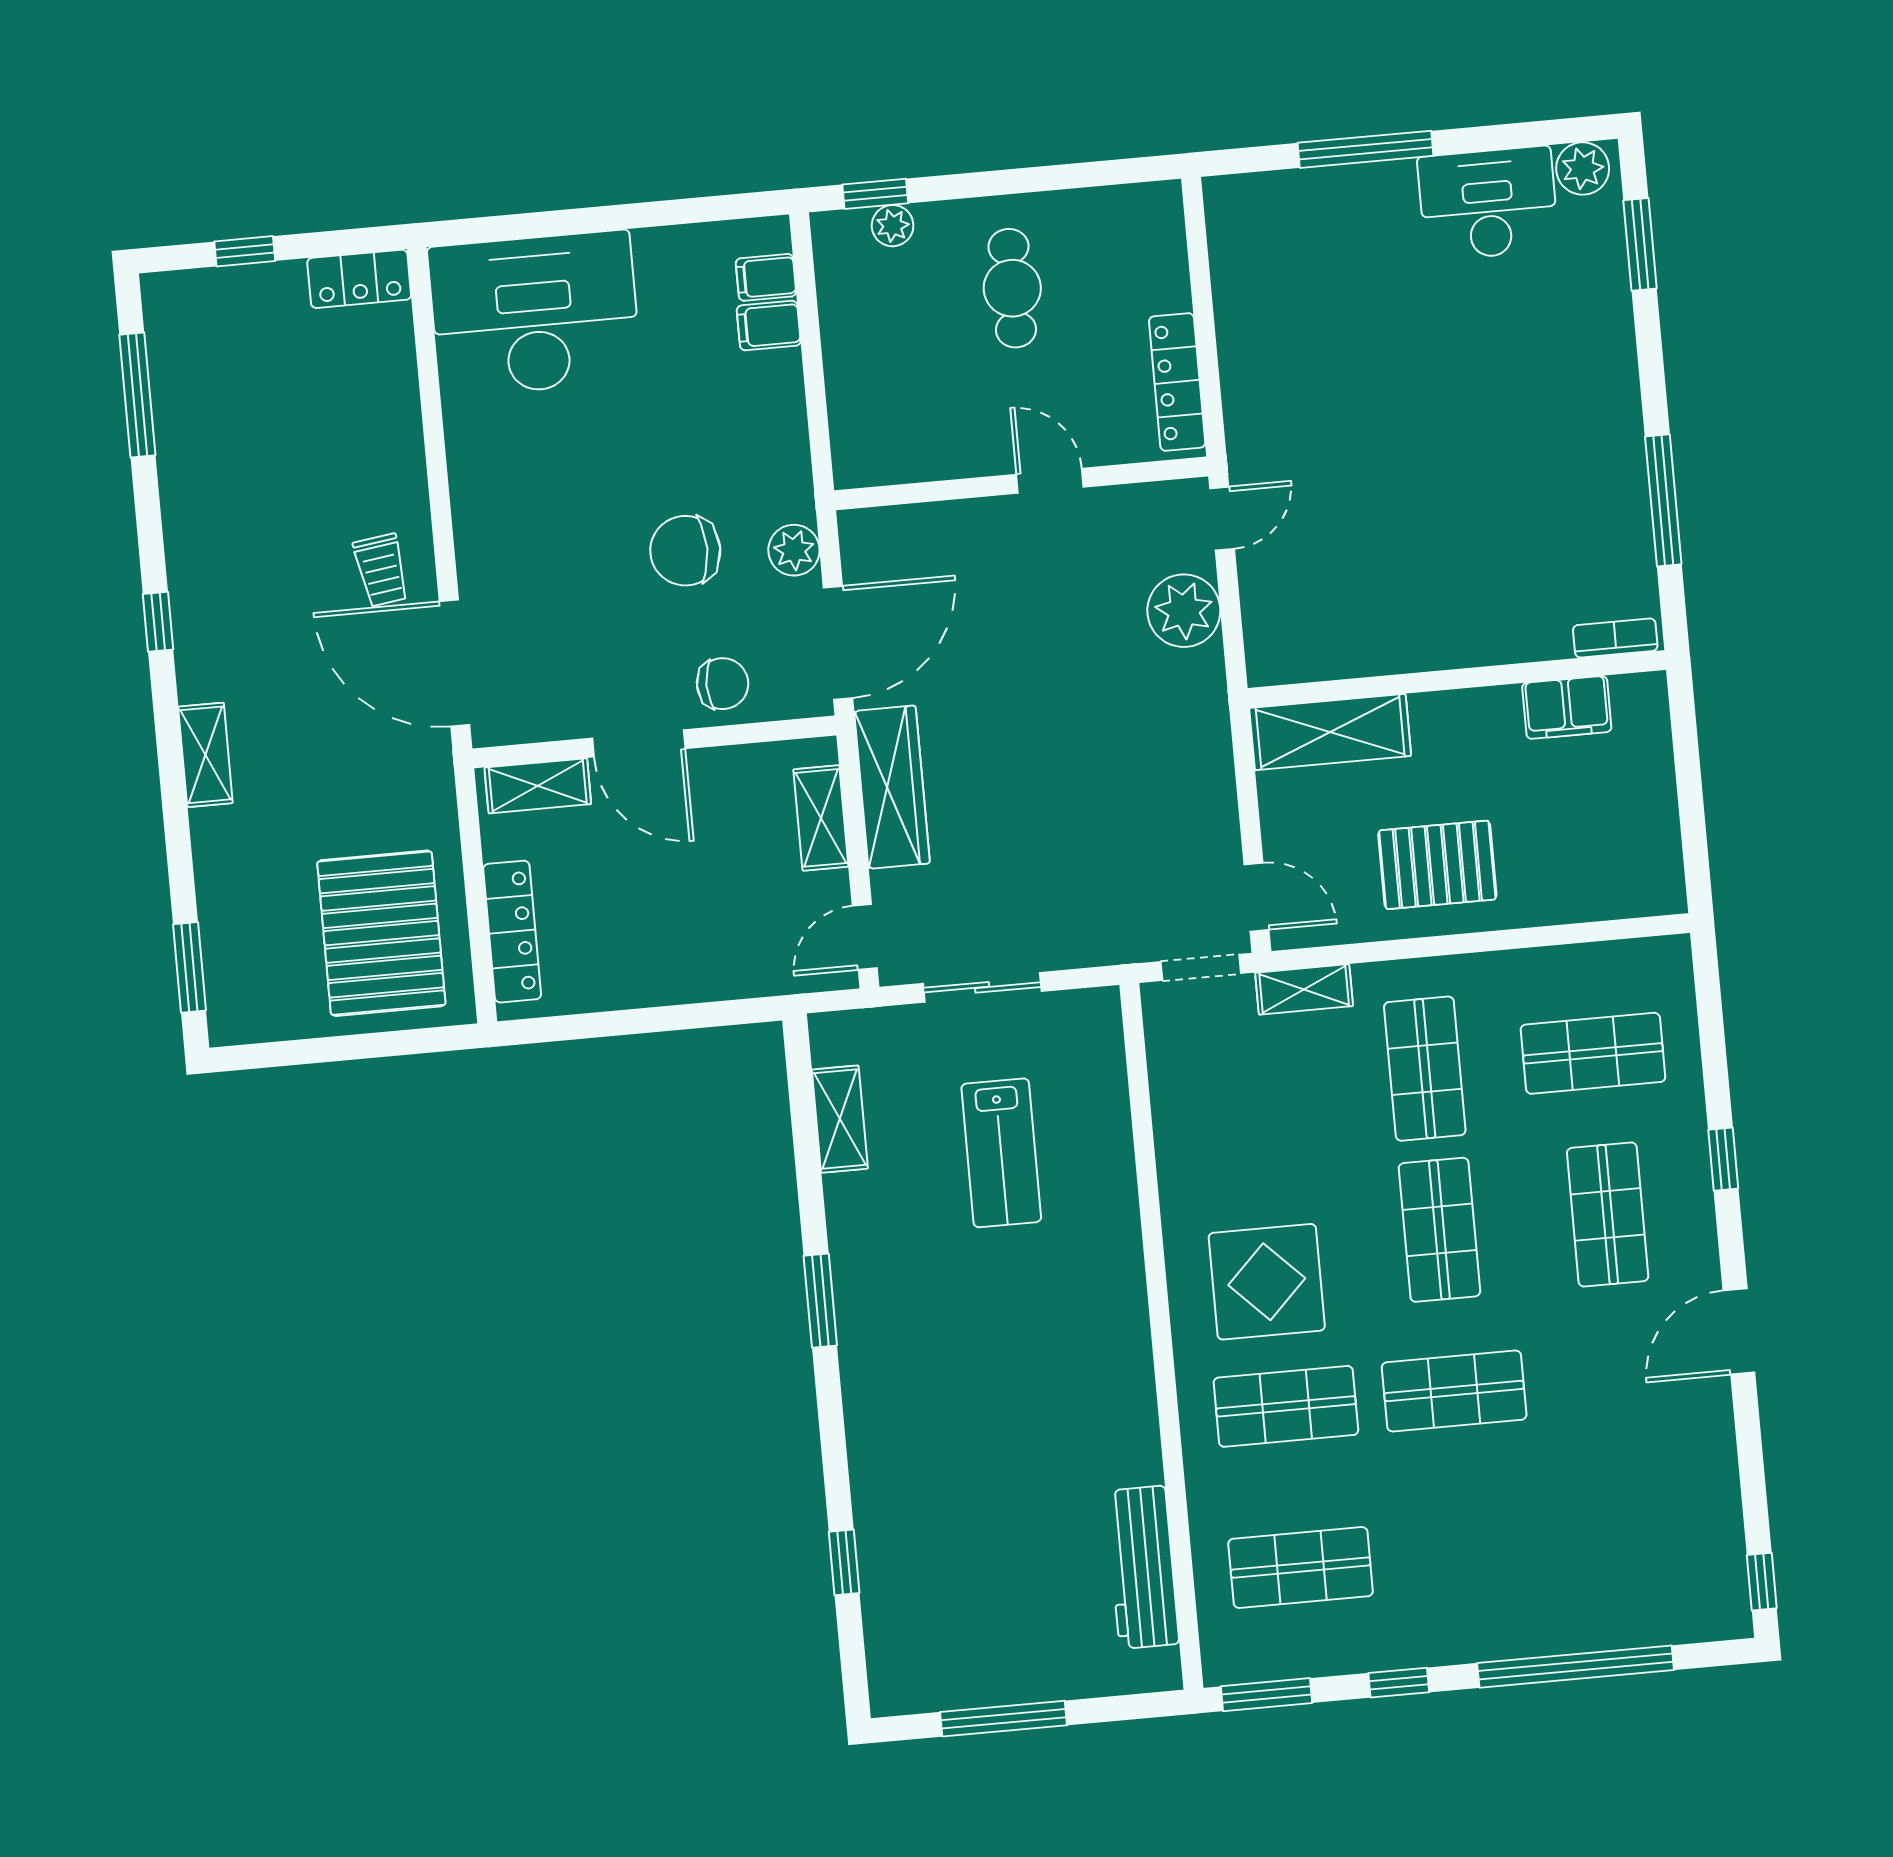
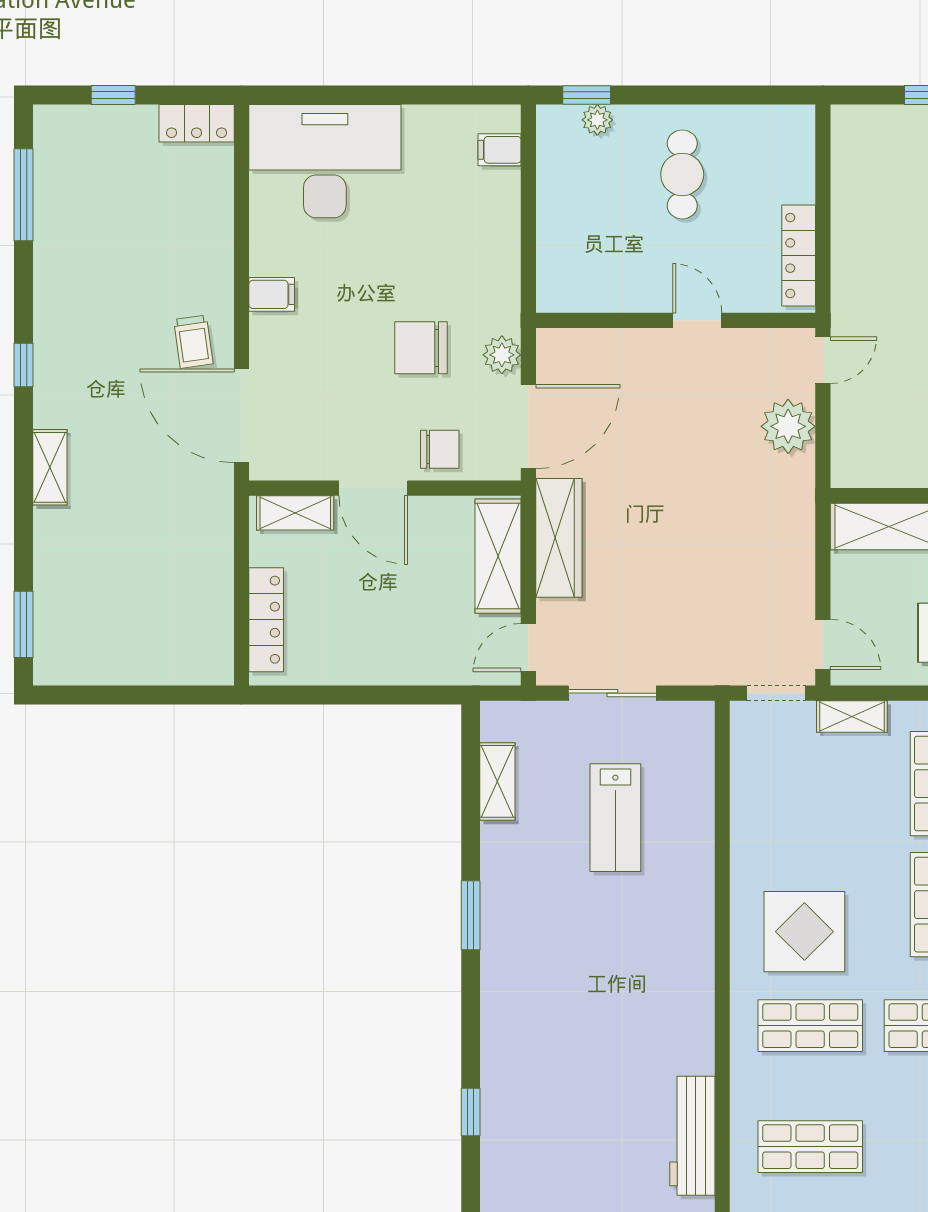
filing cabinet: (769, 326) -> (272, 294), moved, turned 180
shelving: (821, 818) -> (498, 556), width x1.50, depth x1.33
pallet: (381, 933) -> (169, 612), removed

